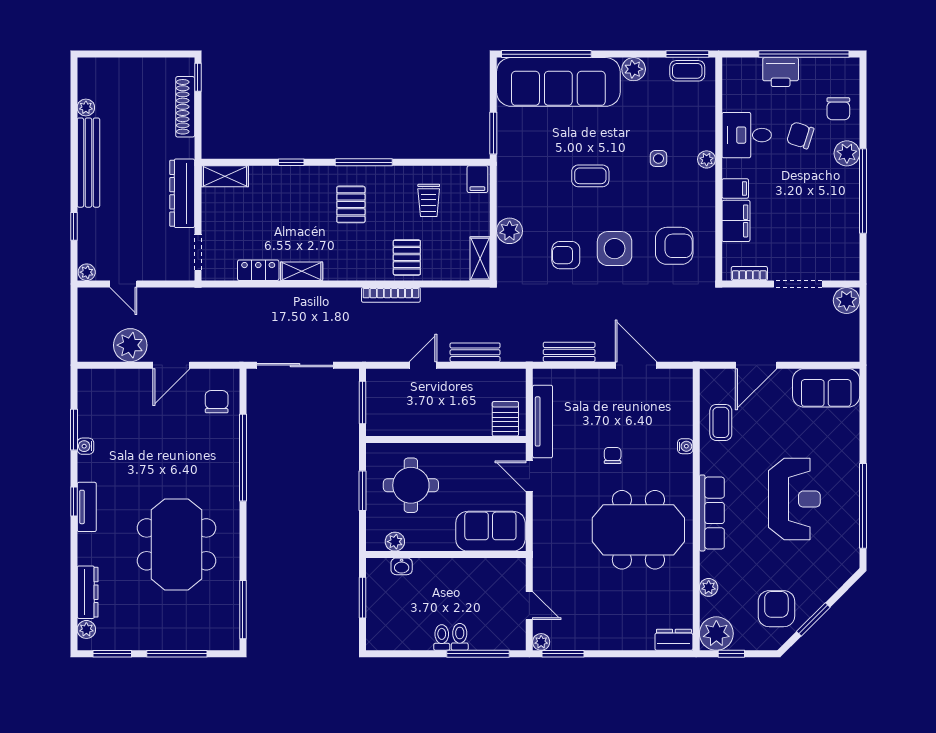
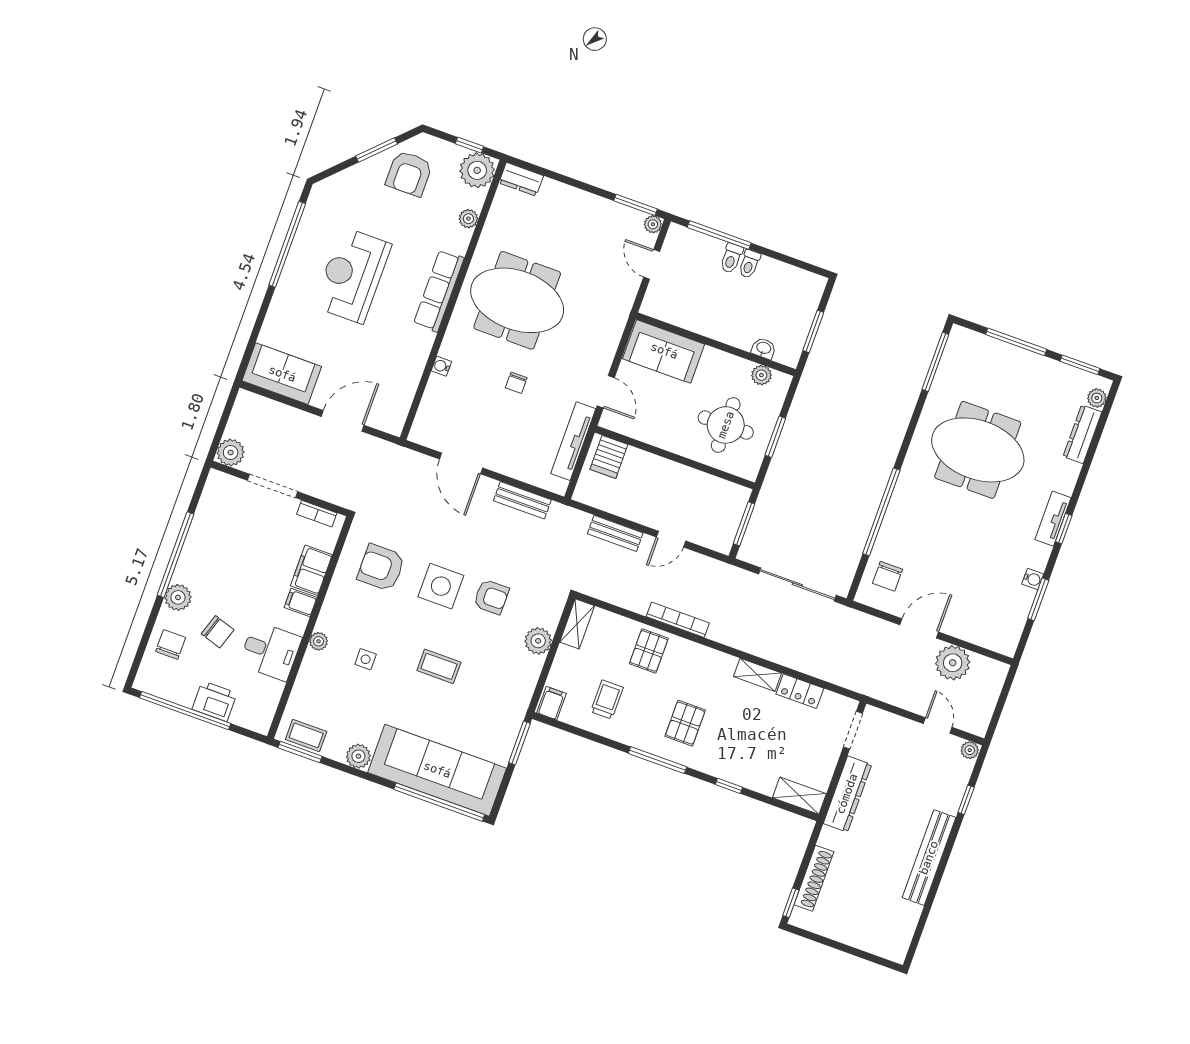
plant: (86, 107) -> (912, 913), removed
coffee table: (721, 422) -> (398, 377), removed
meeting table: (176, 544) -> (978, 450), turned 90

